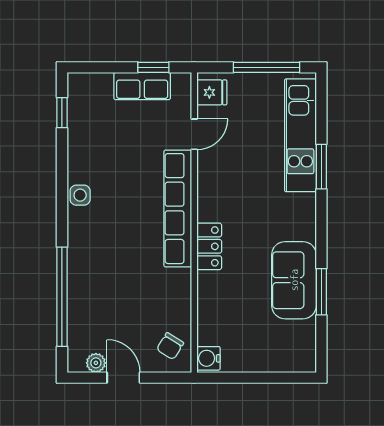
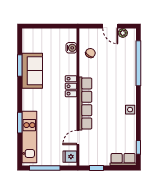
row of seats: (142, 86) -> (123, 160), moved
chair: (170, 346) -> (90, 53), moved
water cooler: (208, 358) -> (71, 48), moved

